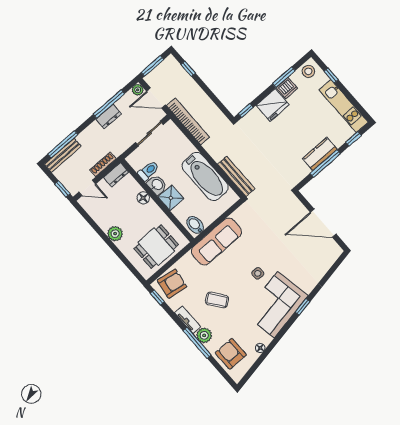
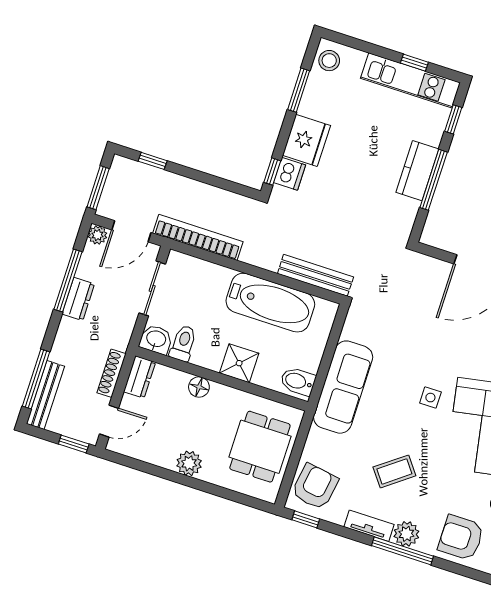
window: (331, 75) -> (414, 63), moved
dishwasher: (287, 88) -> (290, 174), moved
washbasin: (157, 185) -> (156, 339), moved

